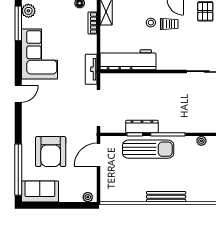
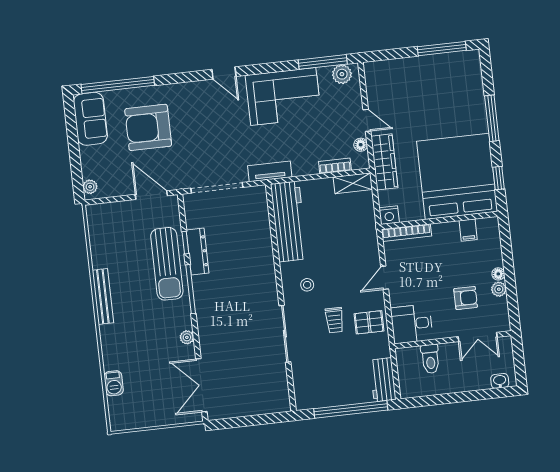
stool: (151, 23) -> (307, 285), moved
trolley: (169, 24) -> (335, 320), moved

